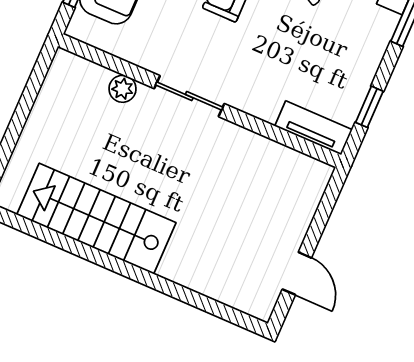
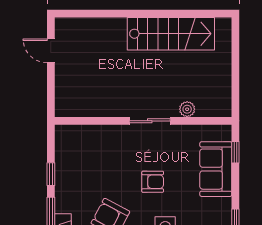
window: (369, 107) -> (51, 174), moved
tv unit: (313, 128) -> (76, 133), removed

